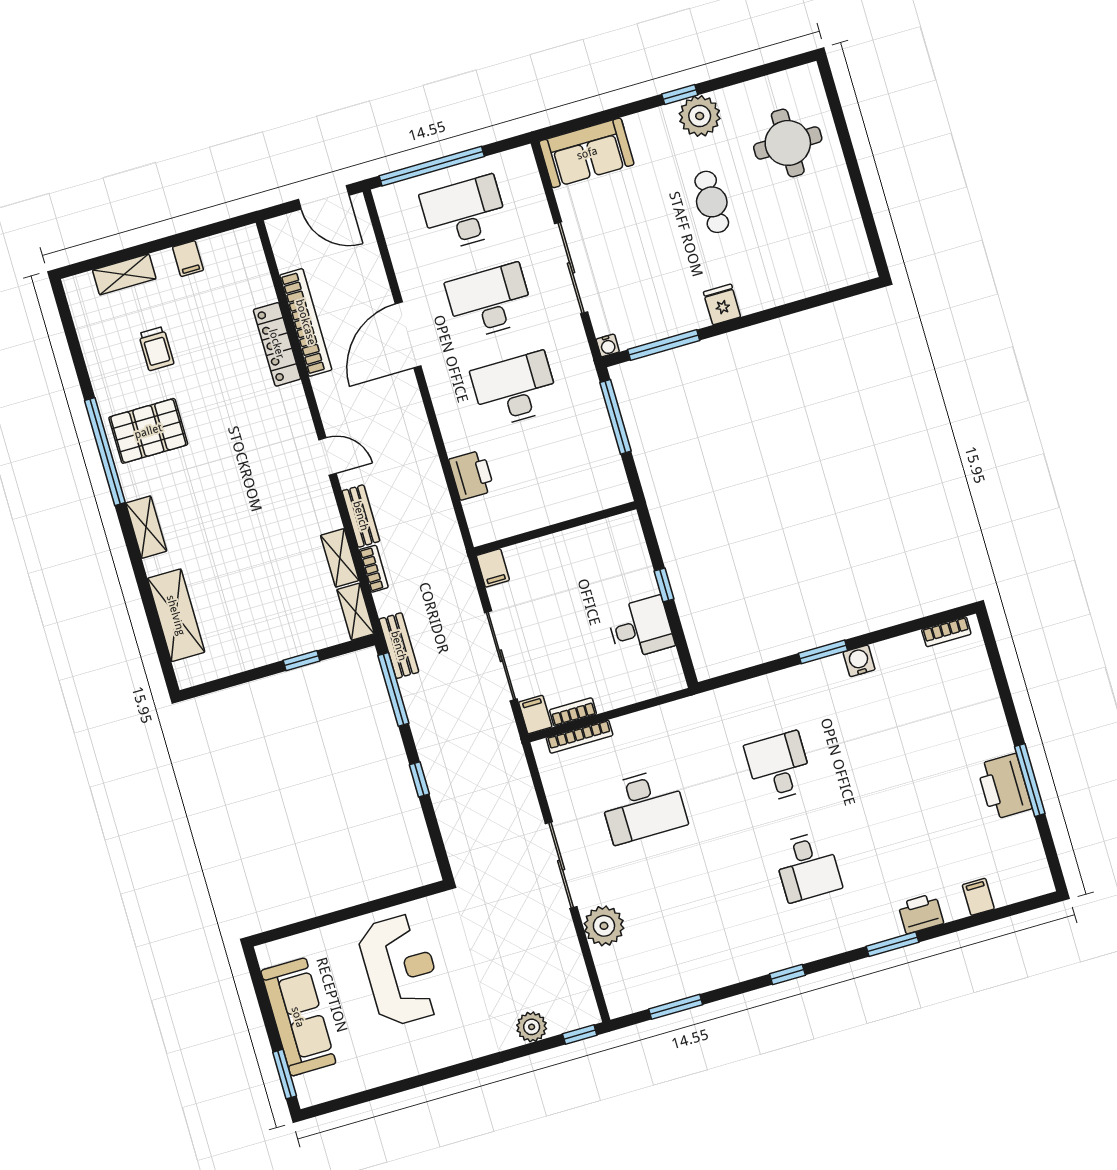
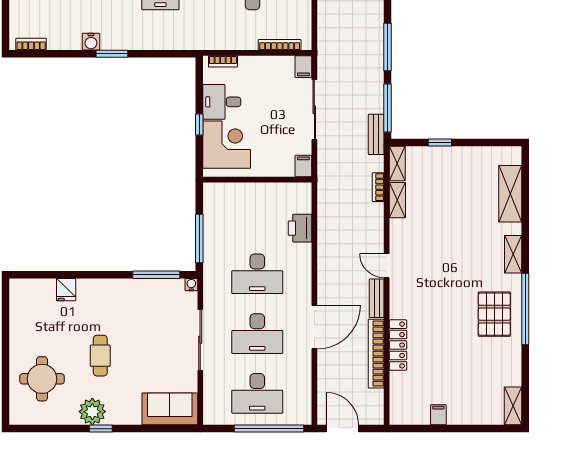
shelving: (124, 274) -> (513, 406), moved, turned 90
fridge: (722, 304) -> (66, 290), moved
trolley: (156, 349) -> (474, 364), removed
pallet: (148, 431) -> (494, 314), turned 90
bench: (361, 516) -> (377, 298), moved
corner desk: (615, 567) -> (227, 145), added
bookcase: (573, 712) -> (223, 61), moved
window: (419, 779) -> (388, 47), width x2.17

